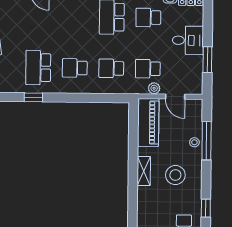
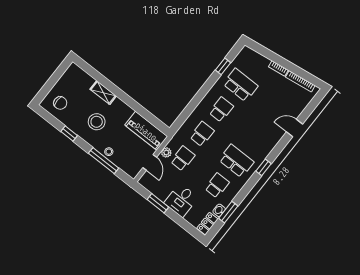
door: (175, 97) -> (150, 162), swing flipped
shelving: (144, 171) -> (103, 93), moved
window: (206, 208) -> (69, 134), moved

